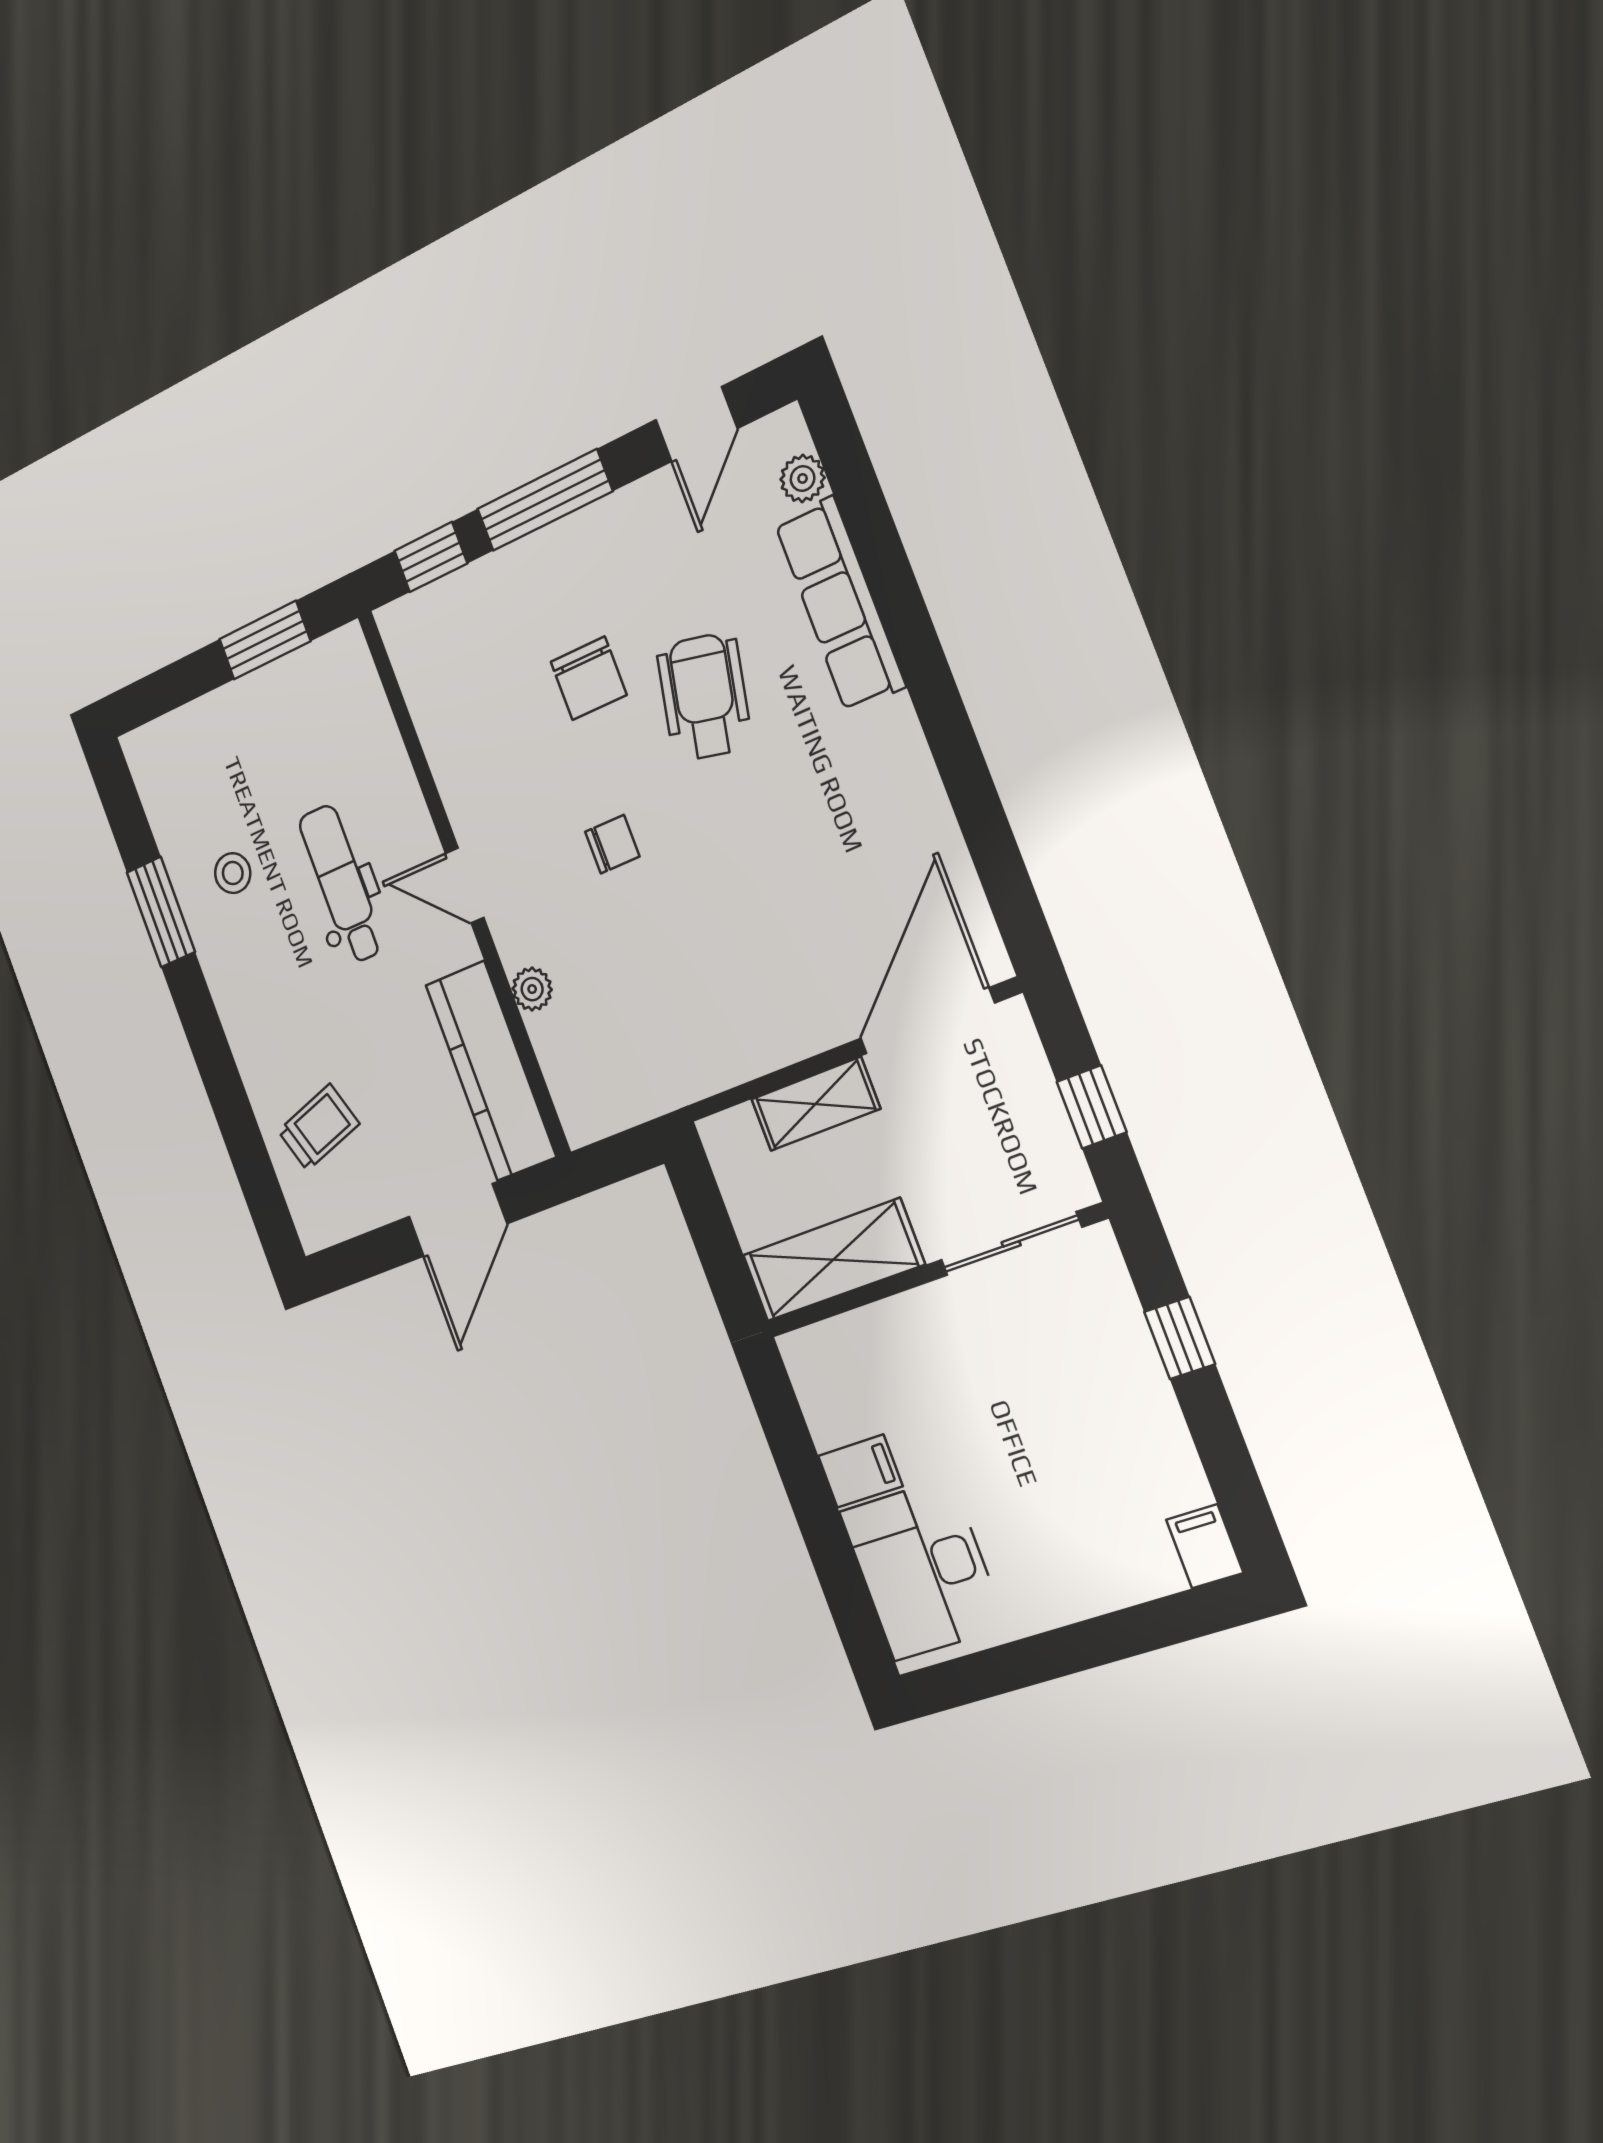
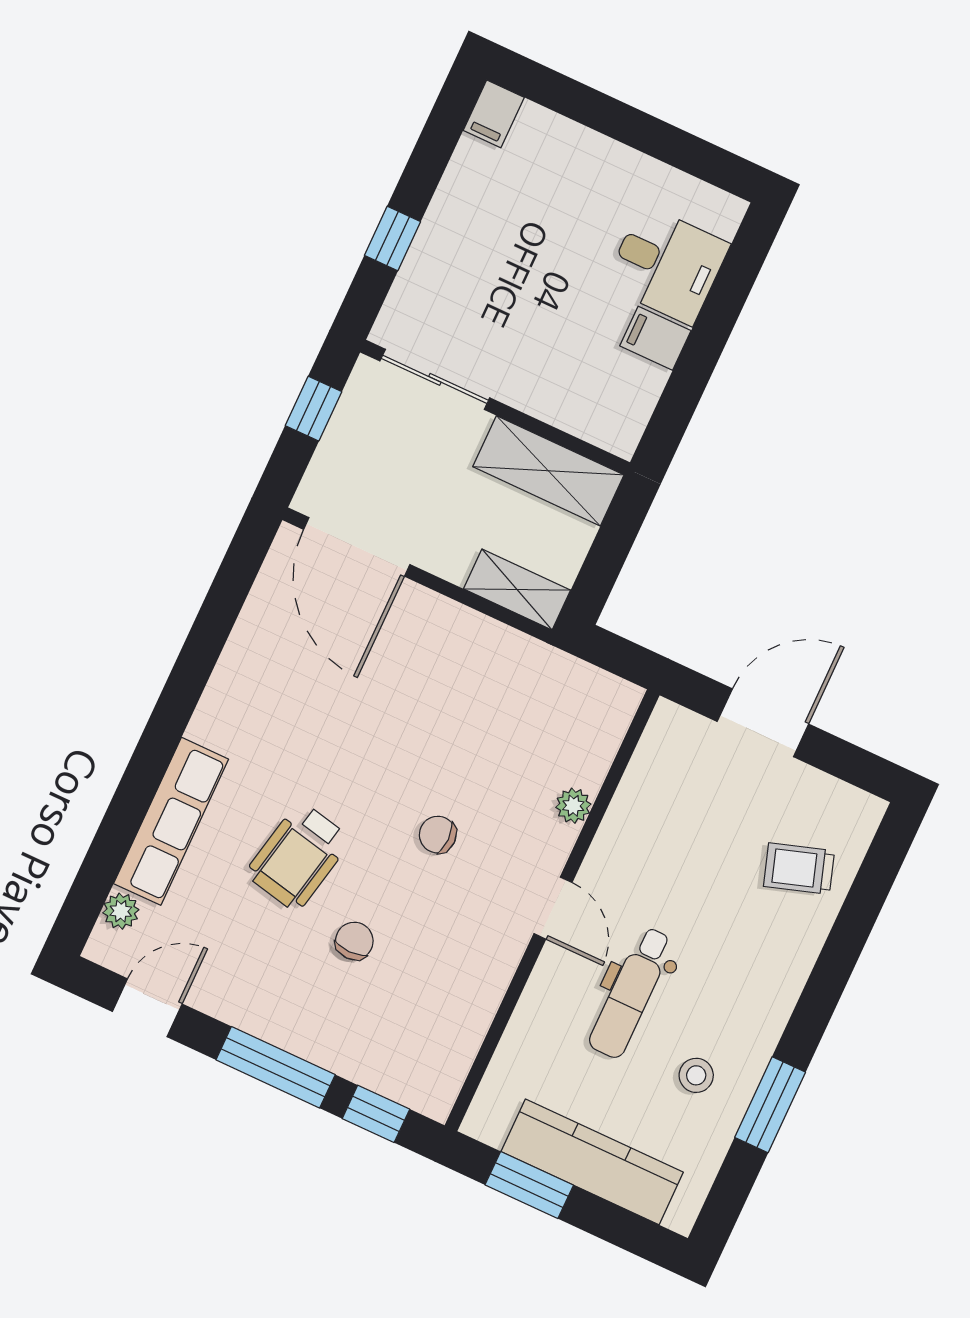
chair: (589, 678) -> (354, 941), width x0.73, depth x0.73
door: (927, 1021) -> (357, 547), hinge flipped
kitchen counter: (491, 1071) -> (592, 1162), moved, turned -90
shelving: (816, 1104) -> (517, 589), moved
desk: (923, 1569) -> (667, 265), width x0.73

